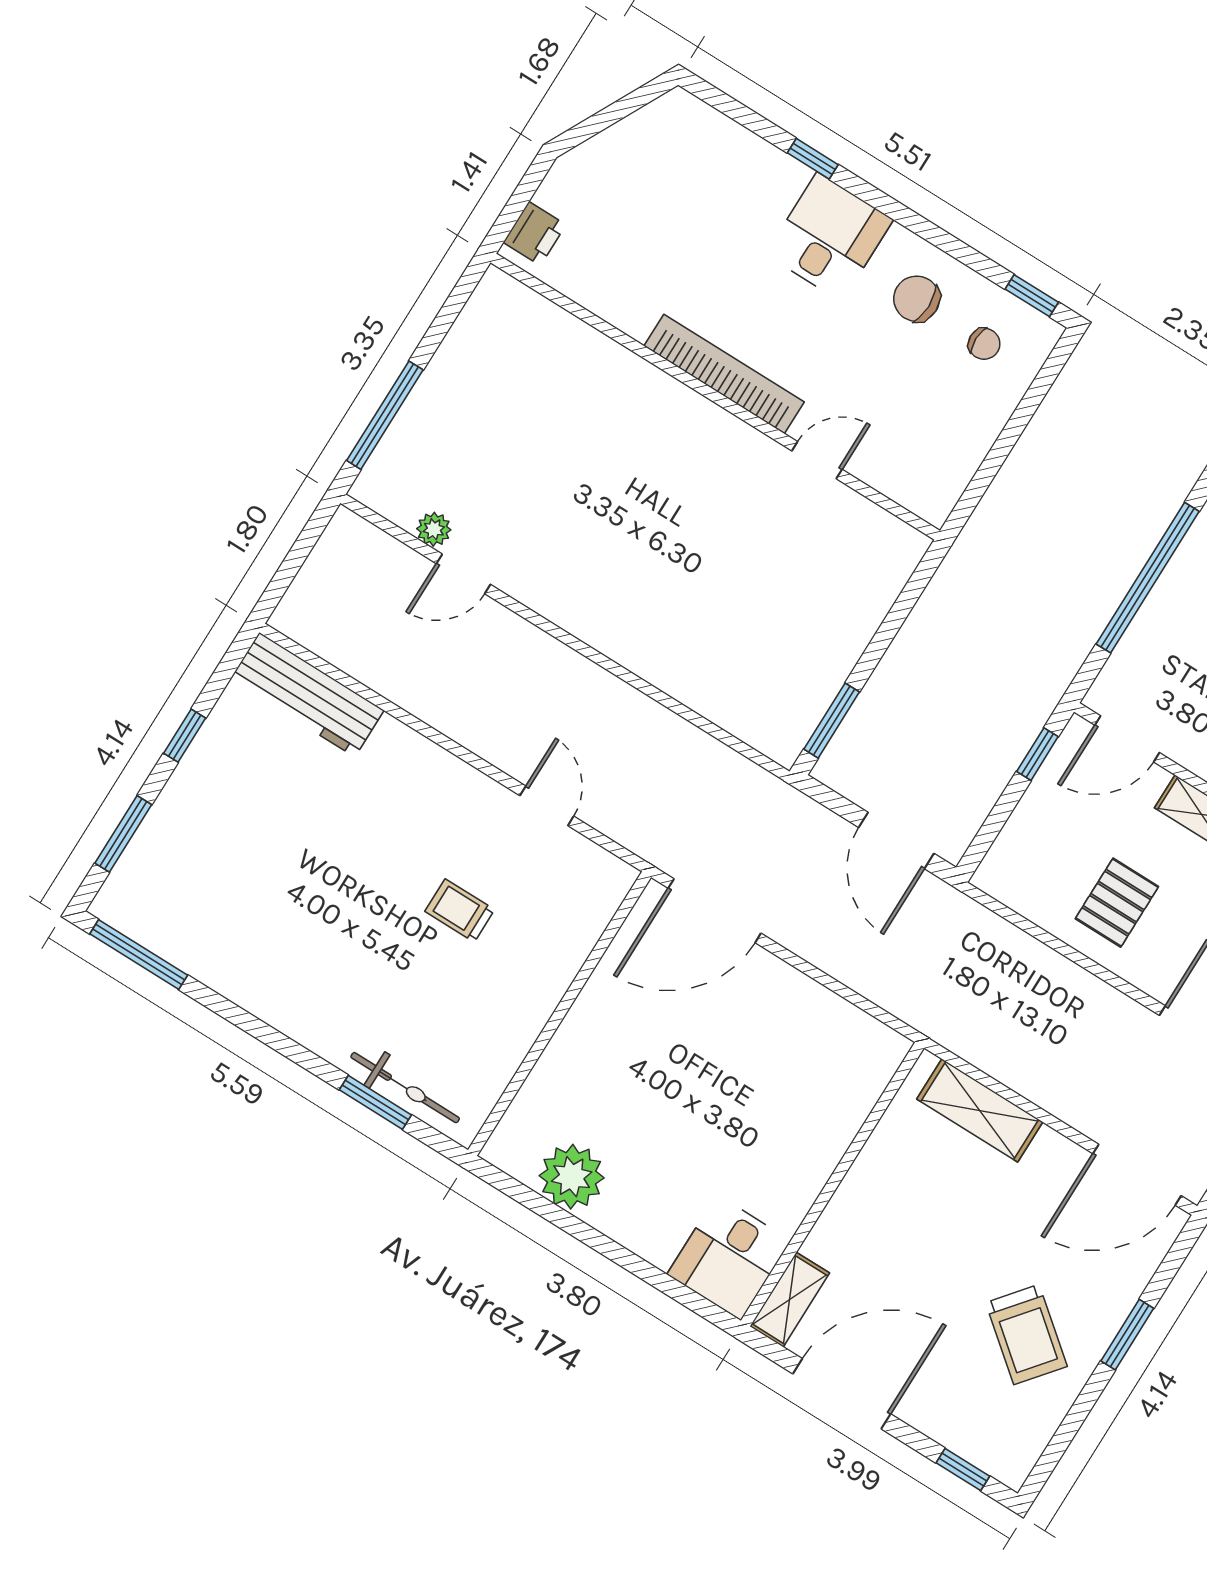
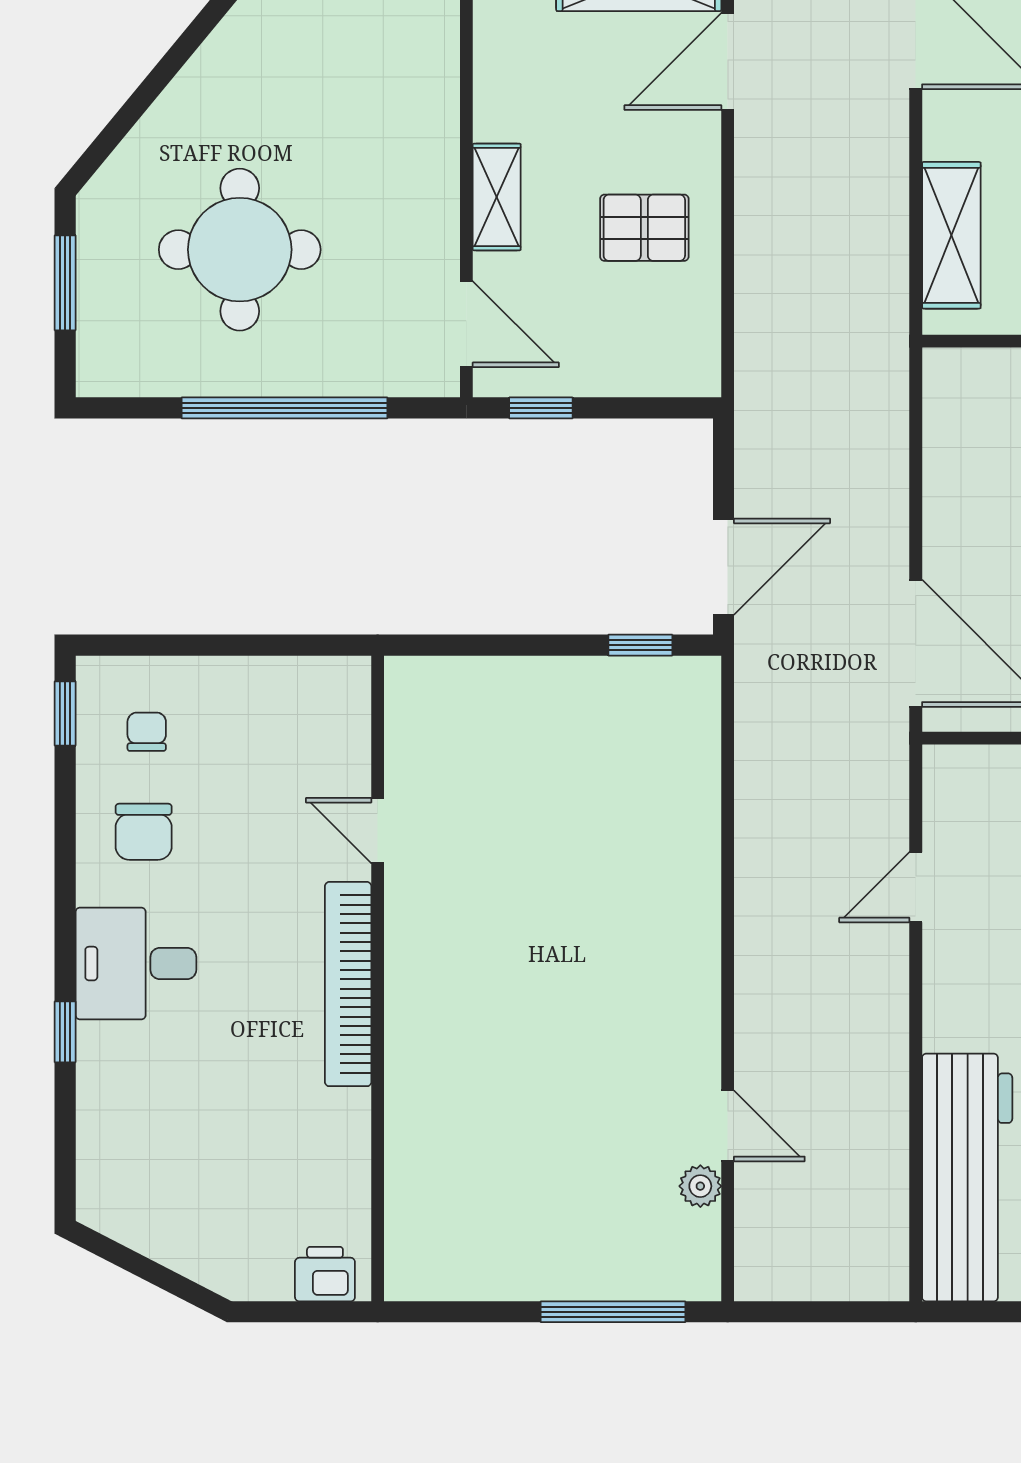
workbench: (307, 695) -> (967, 1177), width x1.36, depth x1.32
window: (832, 721) -> (640, 645), width x0.67
door: (896, 840) -> (723, 567), moved

